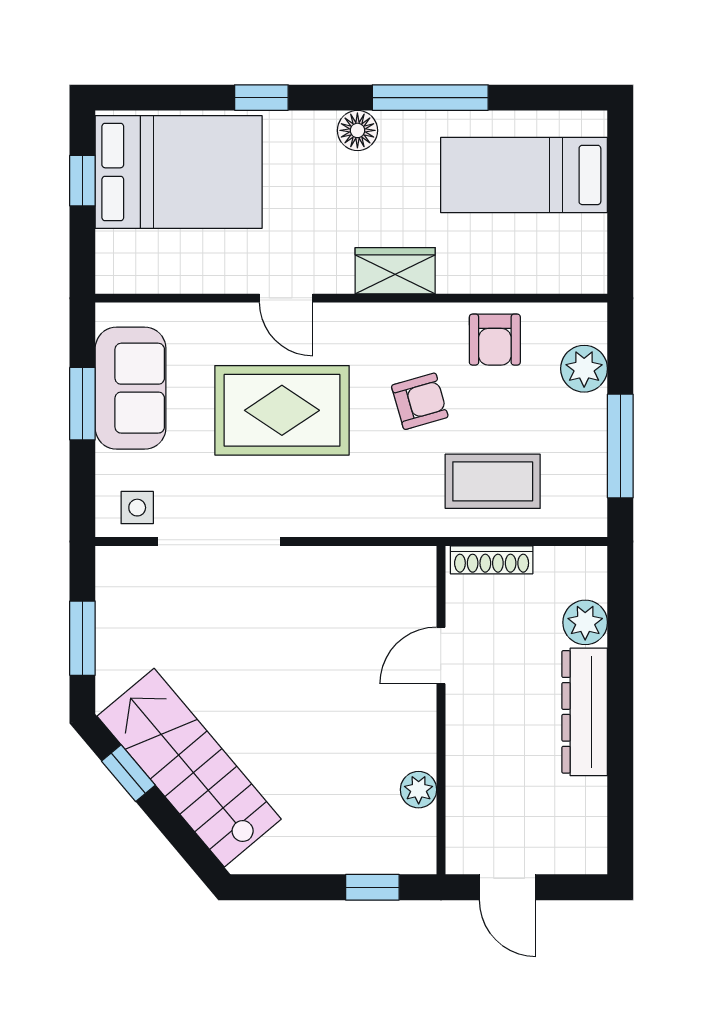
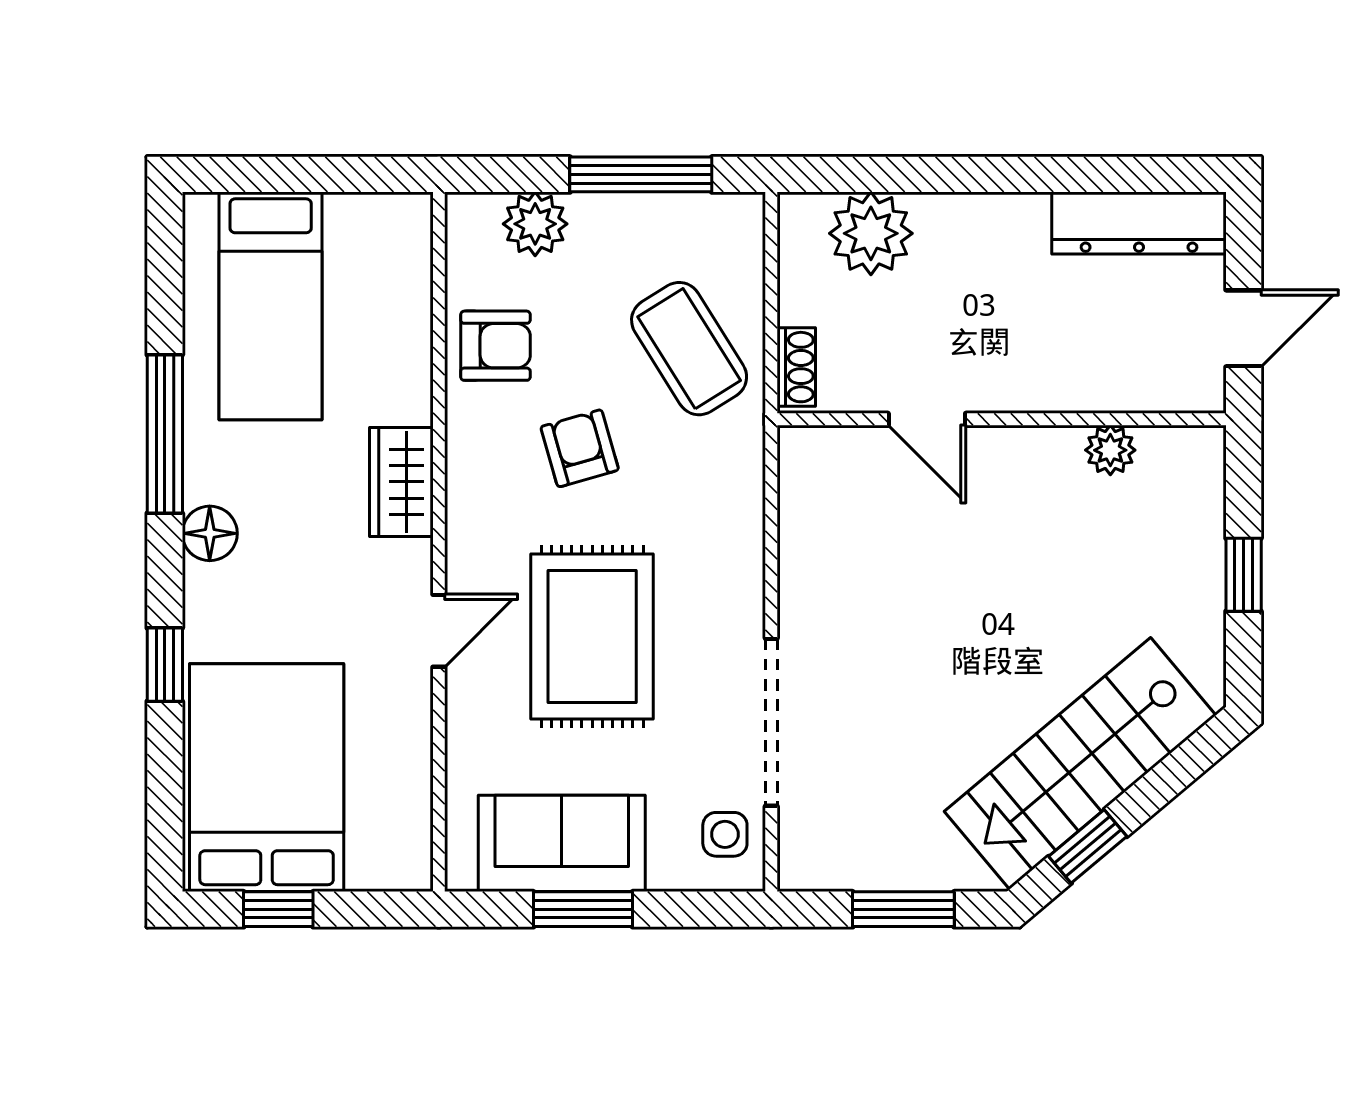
coffee table: (493, 481) -> (689, 349), turned -32
shoe rack: (492, 560) -> (796, 367), width x0.70
plant: (585, 622) -> (871, 233), width x1.36, depth x1.36
dresser: (585, 712) -> (1139, 223), moved
window: (372, 887) -> (1244, 575), moved

